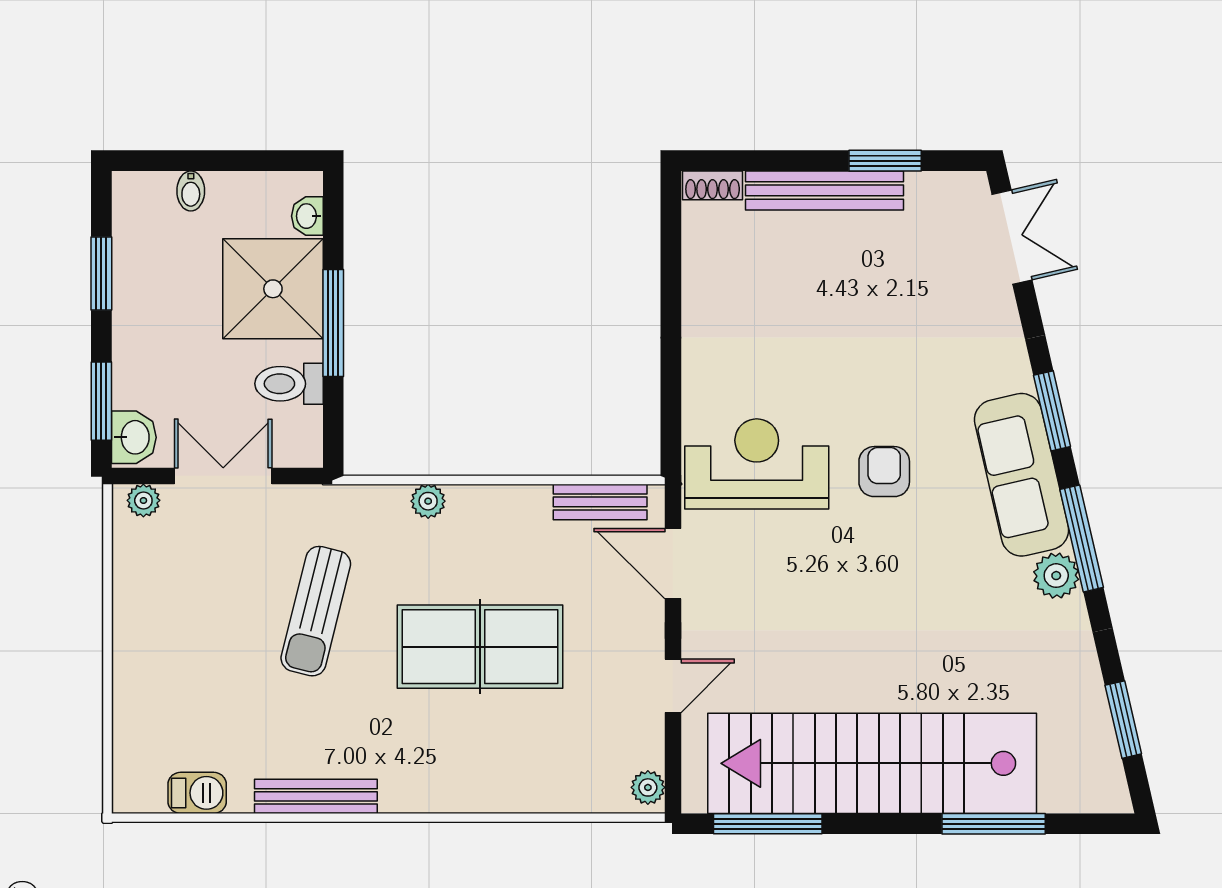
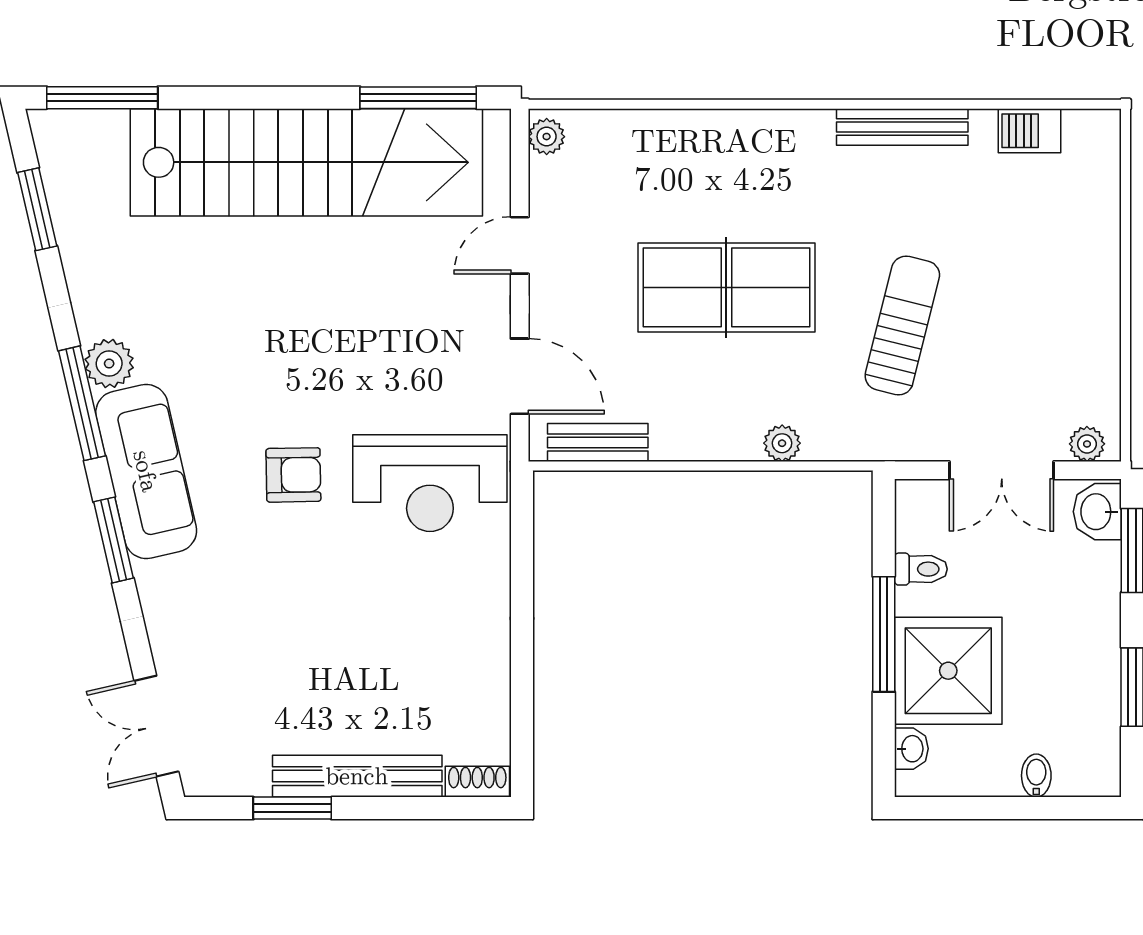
toilet: (289, 384) -> (921, 569), width x0.73, depth x0.72
armchair: (884, 472) -> (293, 475), turned -91
window: (994, 824) -> (102, 98), moved

